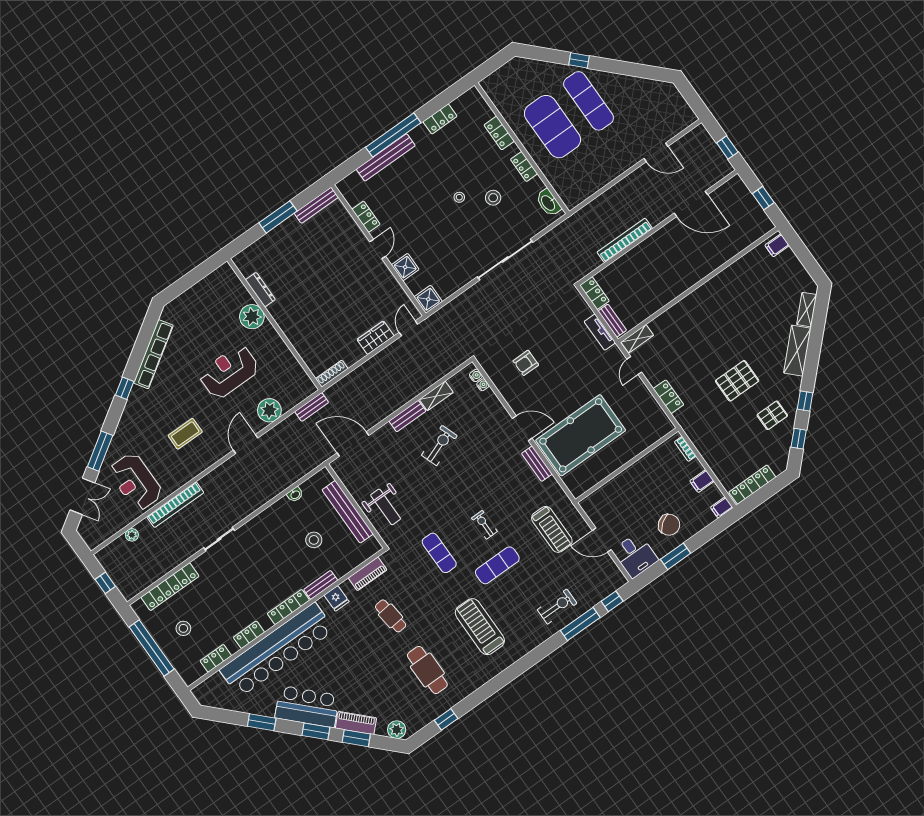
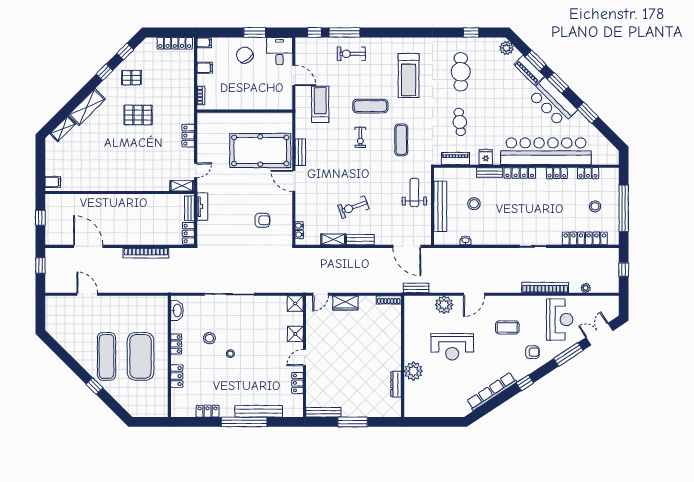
armchair: (140, 427) -> (532, 352), added

